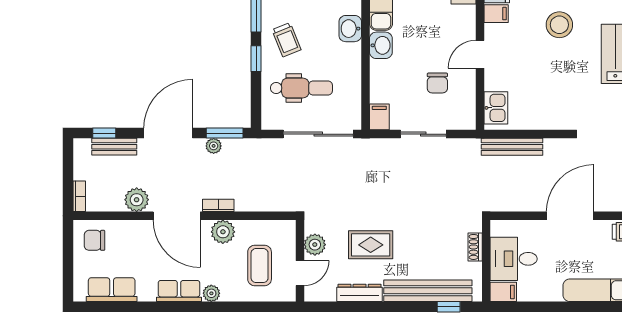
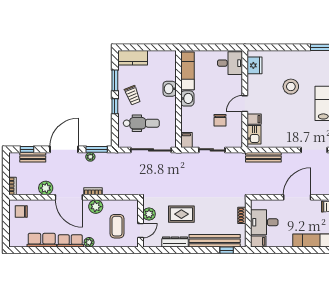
filing cabinet: (496, 14) -> (254, 119), moved
row of seats: (112, 290) -> (42, 240), moved

